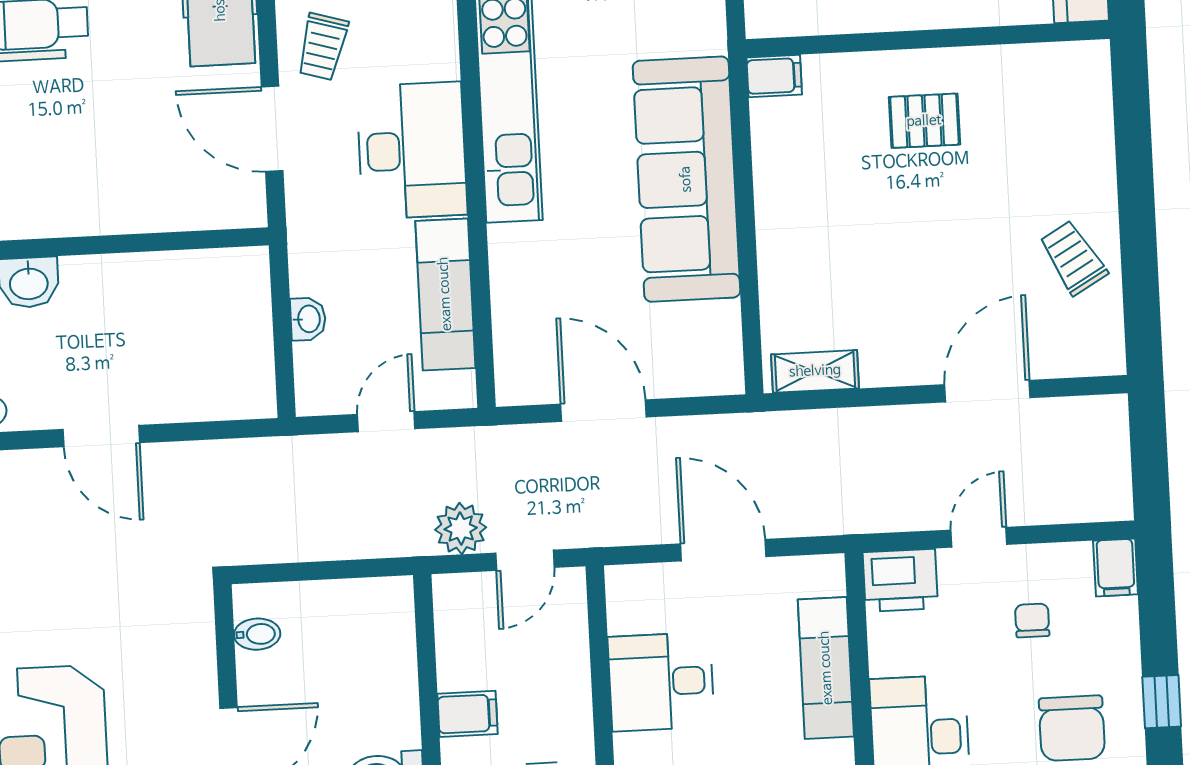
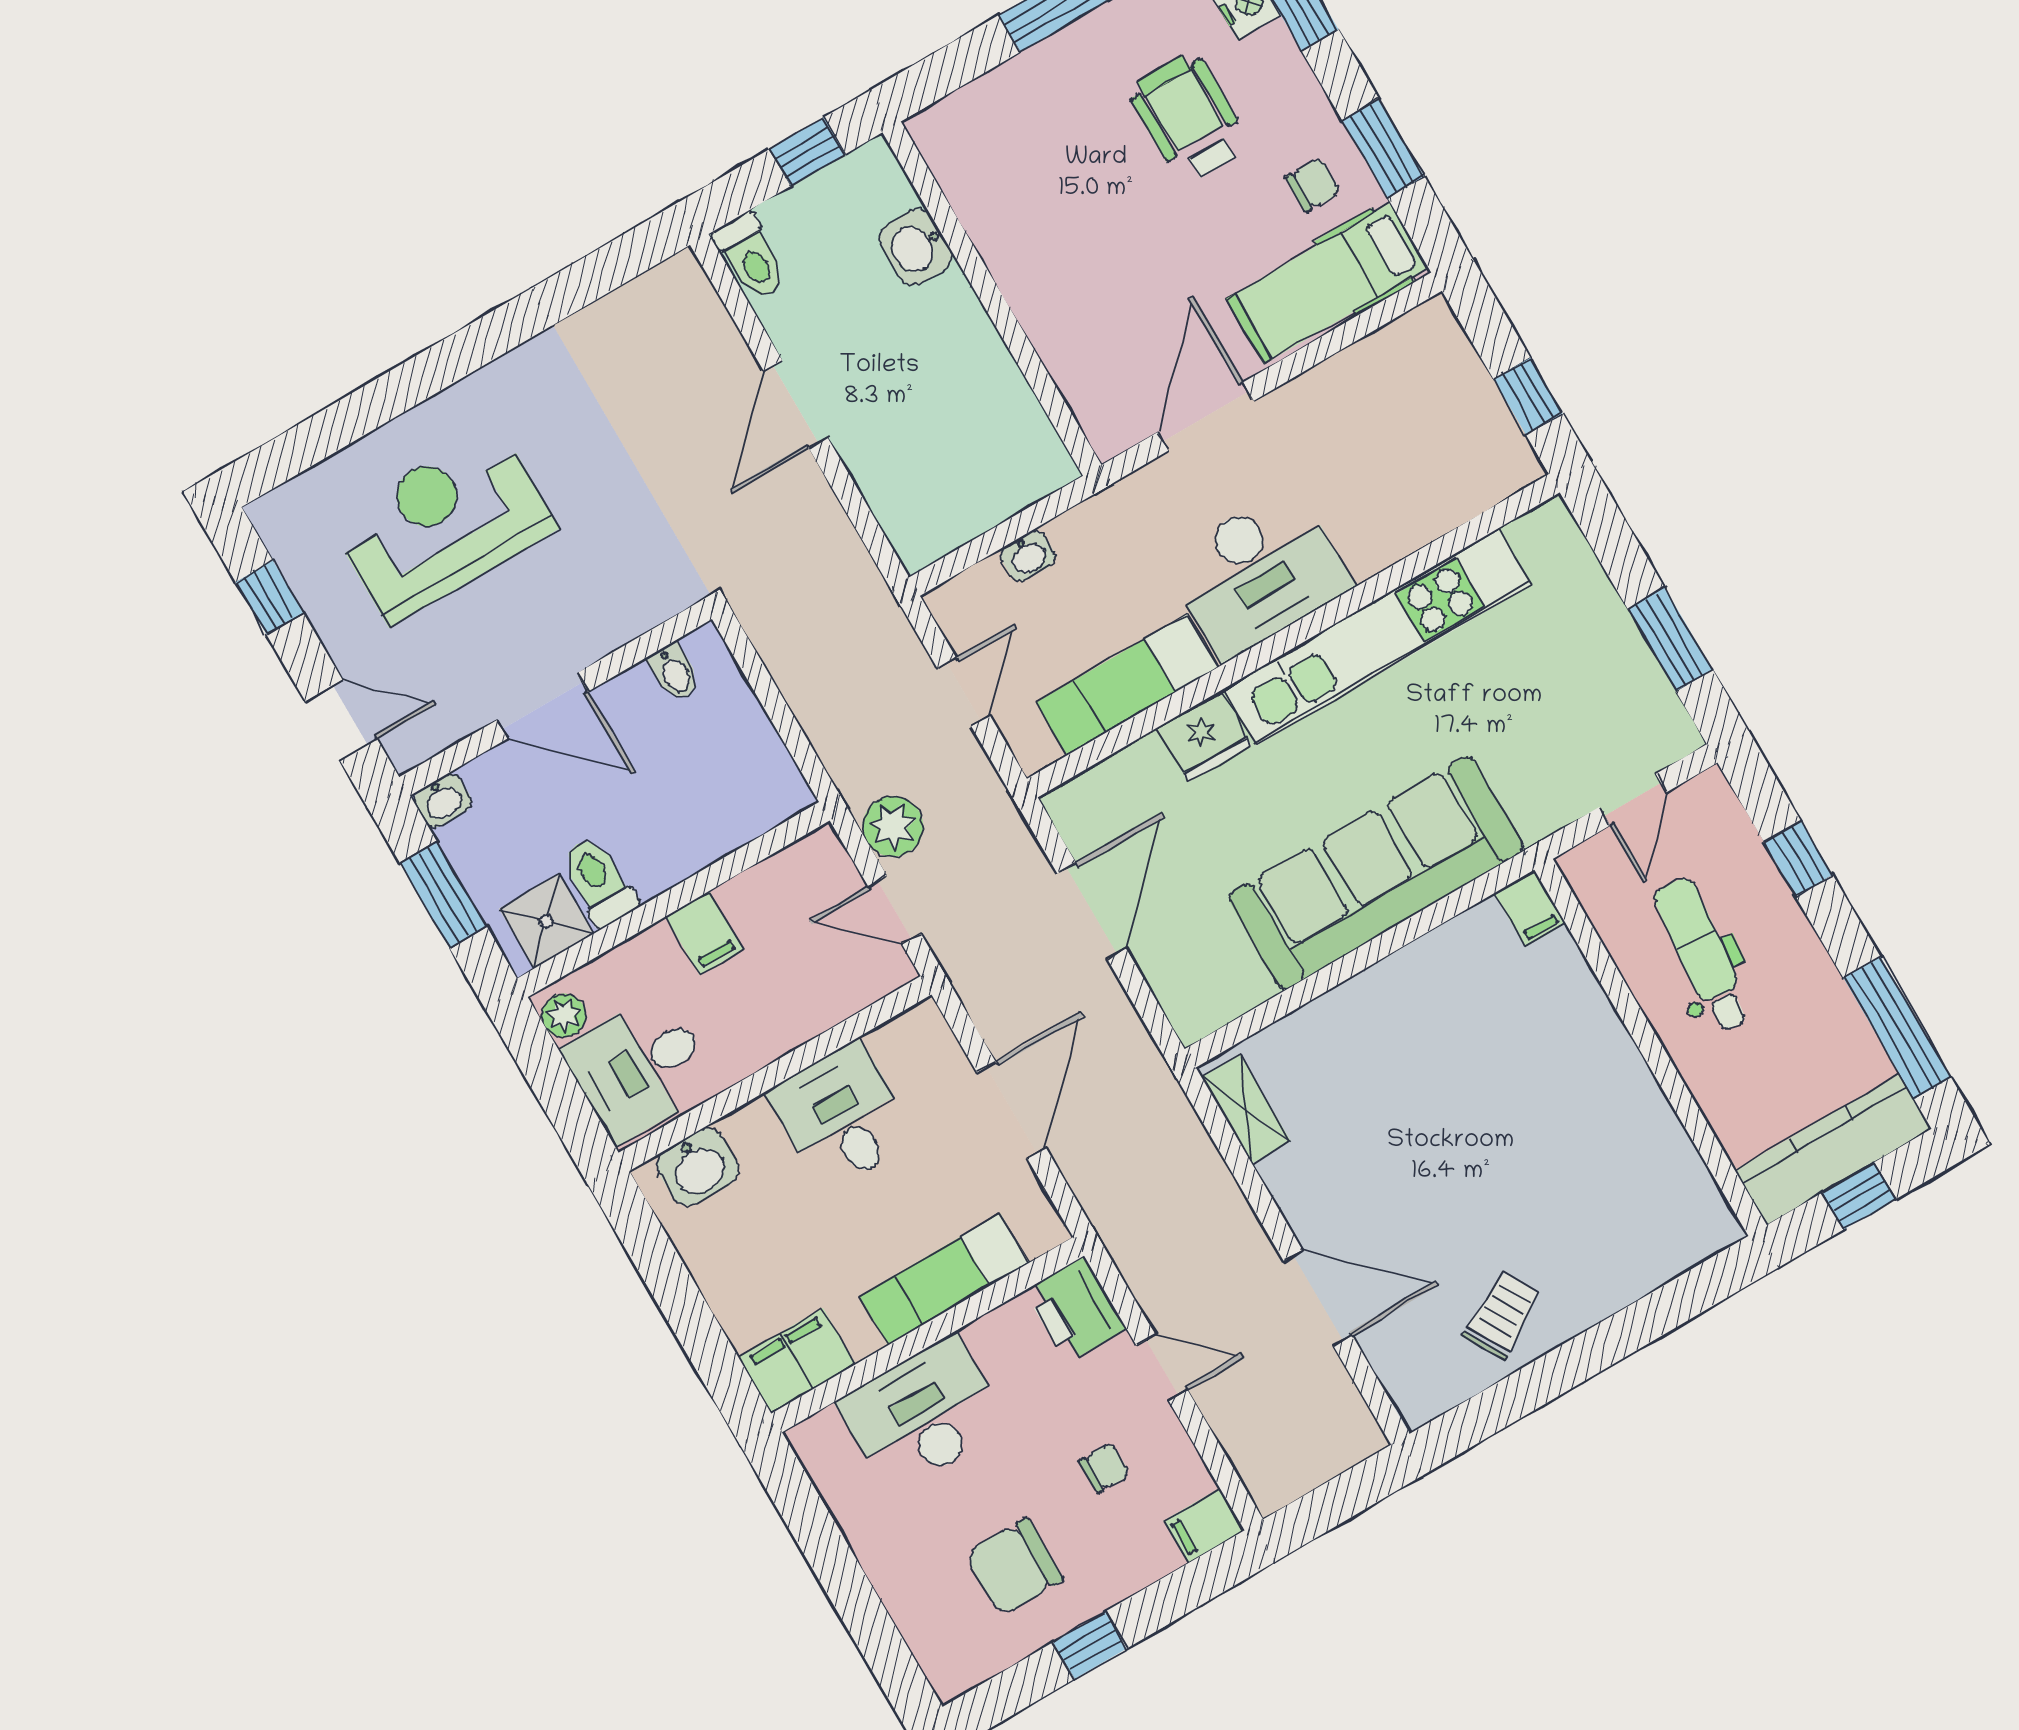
trolley: (323, 47) -> (1318, 425), removed
pallet: (924, 121) -> (1564, 1088), removed
fridge: (515, 256) -> (1204, 737), added
door: (386, 422) -> (964, 692), hinge flipped

